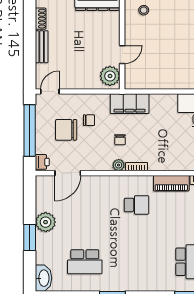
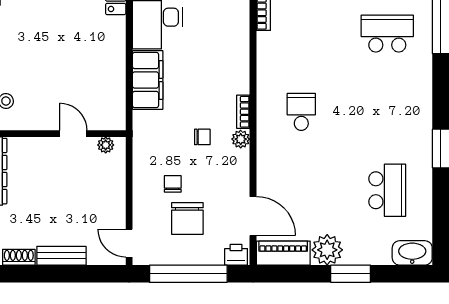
plant: (110, 76) -> (106, 145), width x0.53, depth x0.53
filing cabinet: (130, 104) -> (148, 80), moved
piano: (171, 183) -> (283, 253), moved, turned -90

